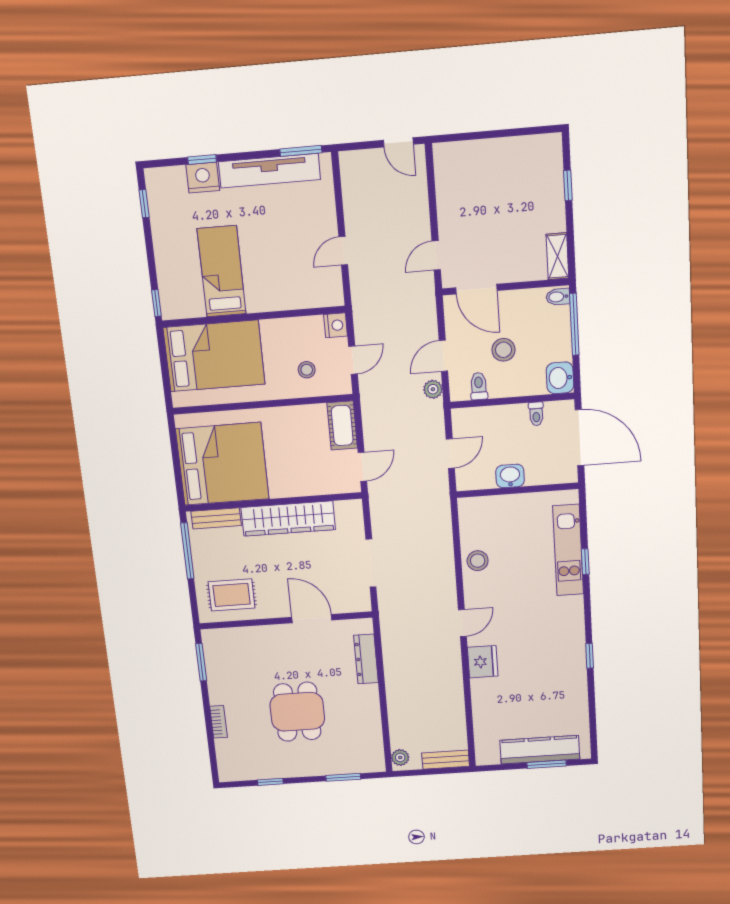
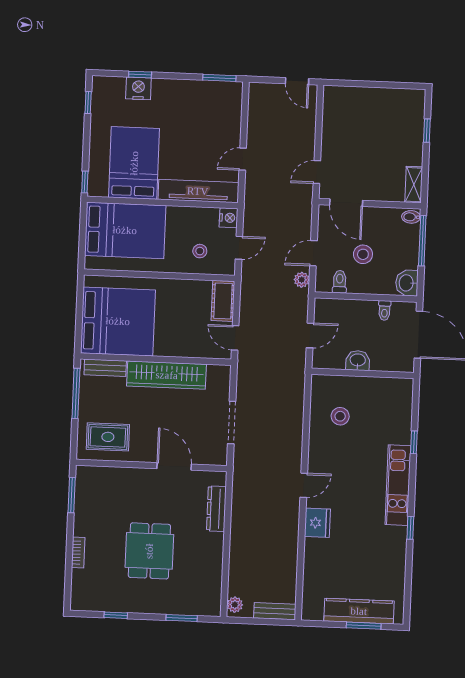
tv unit: (269, 171) -> (198, 191), moved, turned 180
bed: (222, 271) -> (134, 163), width x1.50
door: (362, 467) -> (235, 338), swing flipped
kitchen unit: (568, 550) -> (398, 485), moved
stool: (478, 561) -> (340, 416), moved

